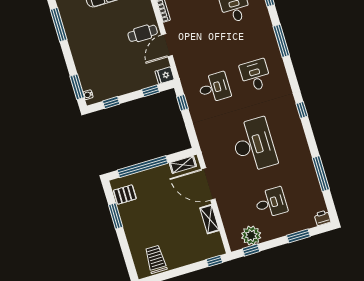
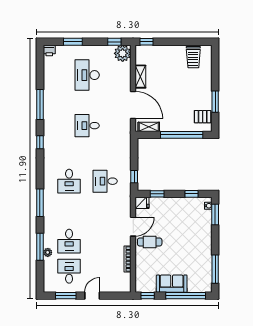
desk: (254, 145) -> (87, 126), width x0.53, depth x0.77
window: (321, 174) -> (40, 104), moved
desk: (271, 203) -> (87, 75), width x1.37
plant: (251, 236) -> (123, 53), moved

